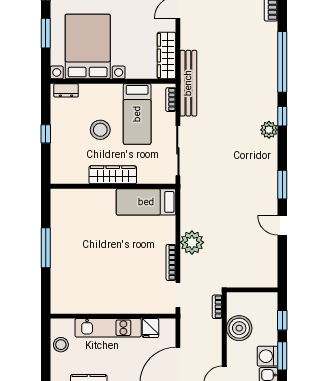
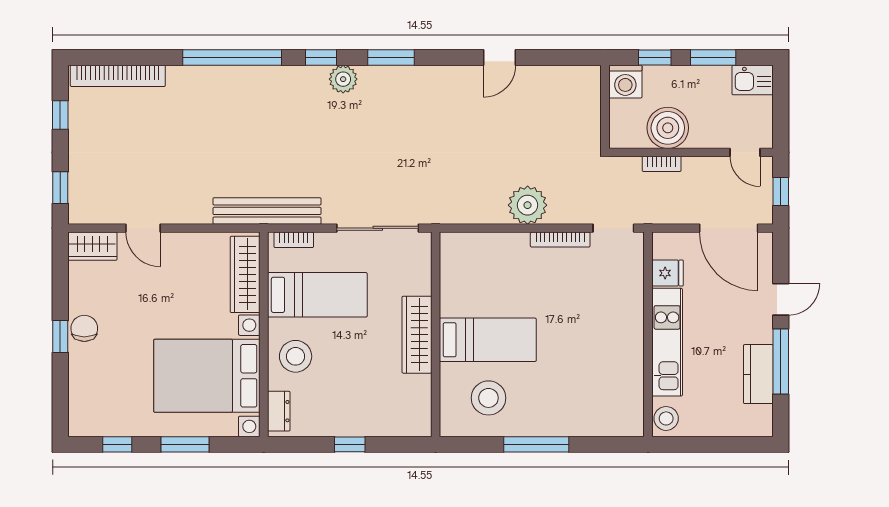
wardrobe: (166, 55) -> (245, 274), moved, turned 90
stool: (100, 130) -> (296, 356), moved
window: (282, 185) -> (391, 58), moved
bed: (146, 202) -> (488, 340), moved, turned -90
stool: (74, 219) -> (488, 398), added
bookcase: (217, 307) -> (662, 164), moved
stool: (61, 345) -> (666, 418), moved
washing machine: (267, 356) -> (625, 82), moved

